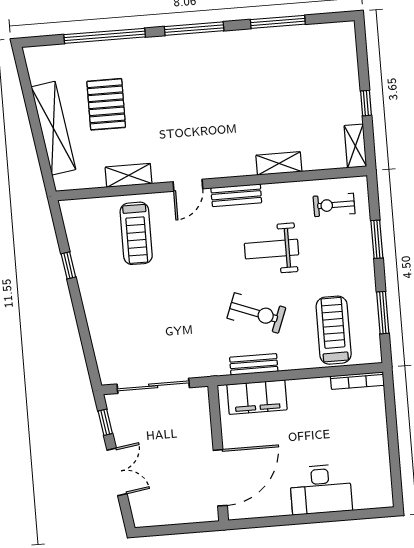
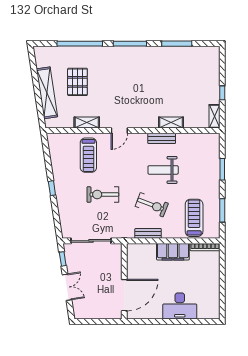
bench: (236, 195) -> (162, 138), moved
exercise bike: (334, 205) -> (103, 194), moved, width x1.38, depth x1.39
window: (68, 265) -> (52, 188), moved
filing cabinet: (257, 397) -> (173, 252), moved

